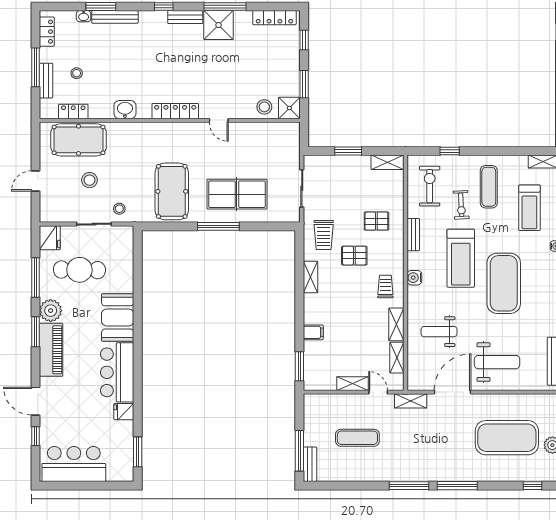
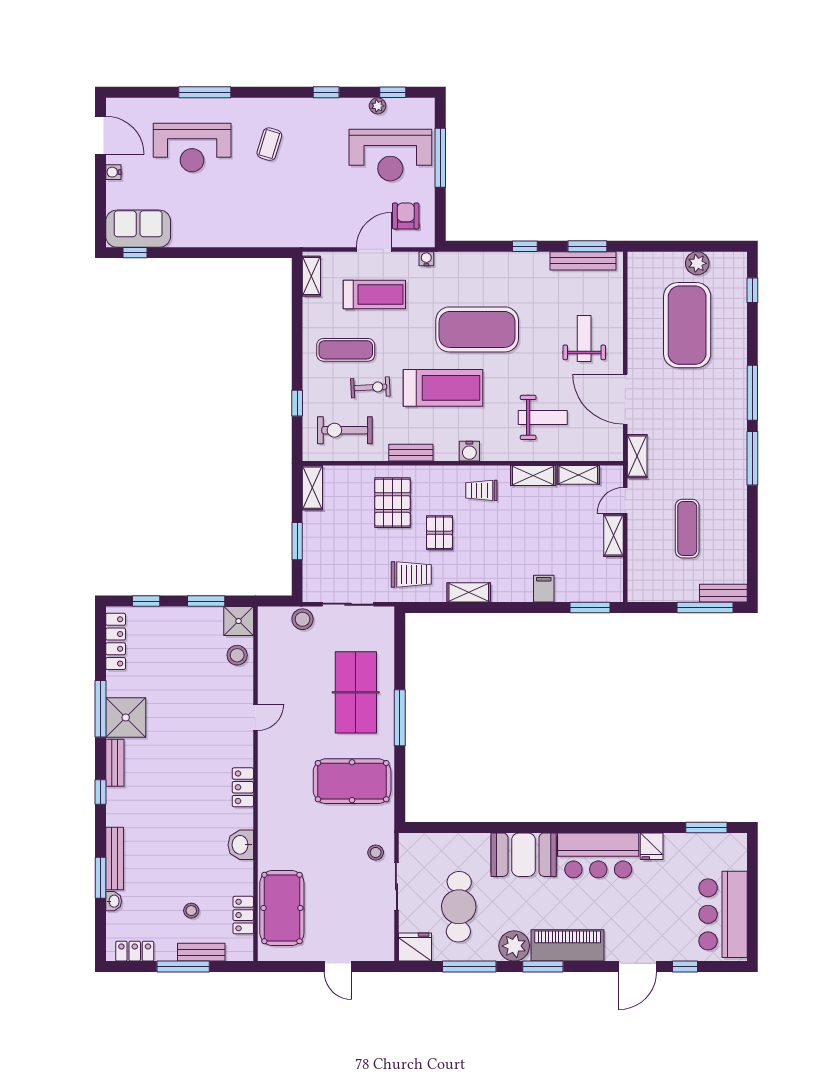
locker: (175, 111) -> (243, 787), width x0.66
stool: (89, 180) -> (302, 619), moved
pallet: (376, 221) -> (392, 503), width x1.50, depth x1.42
weight bench: (439, 332) -> (543, 417), turned -90
weight bench: (497, 362) -> (584, 339), width x0.73, depth x0.75

